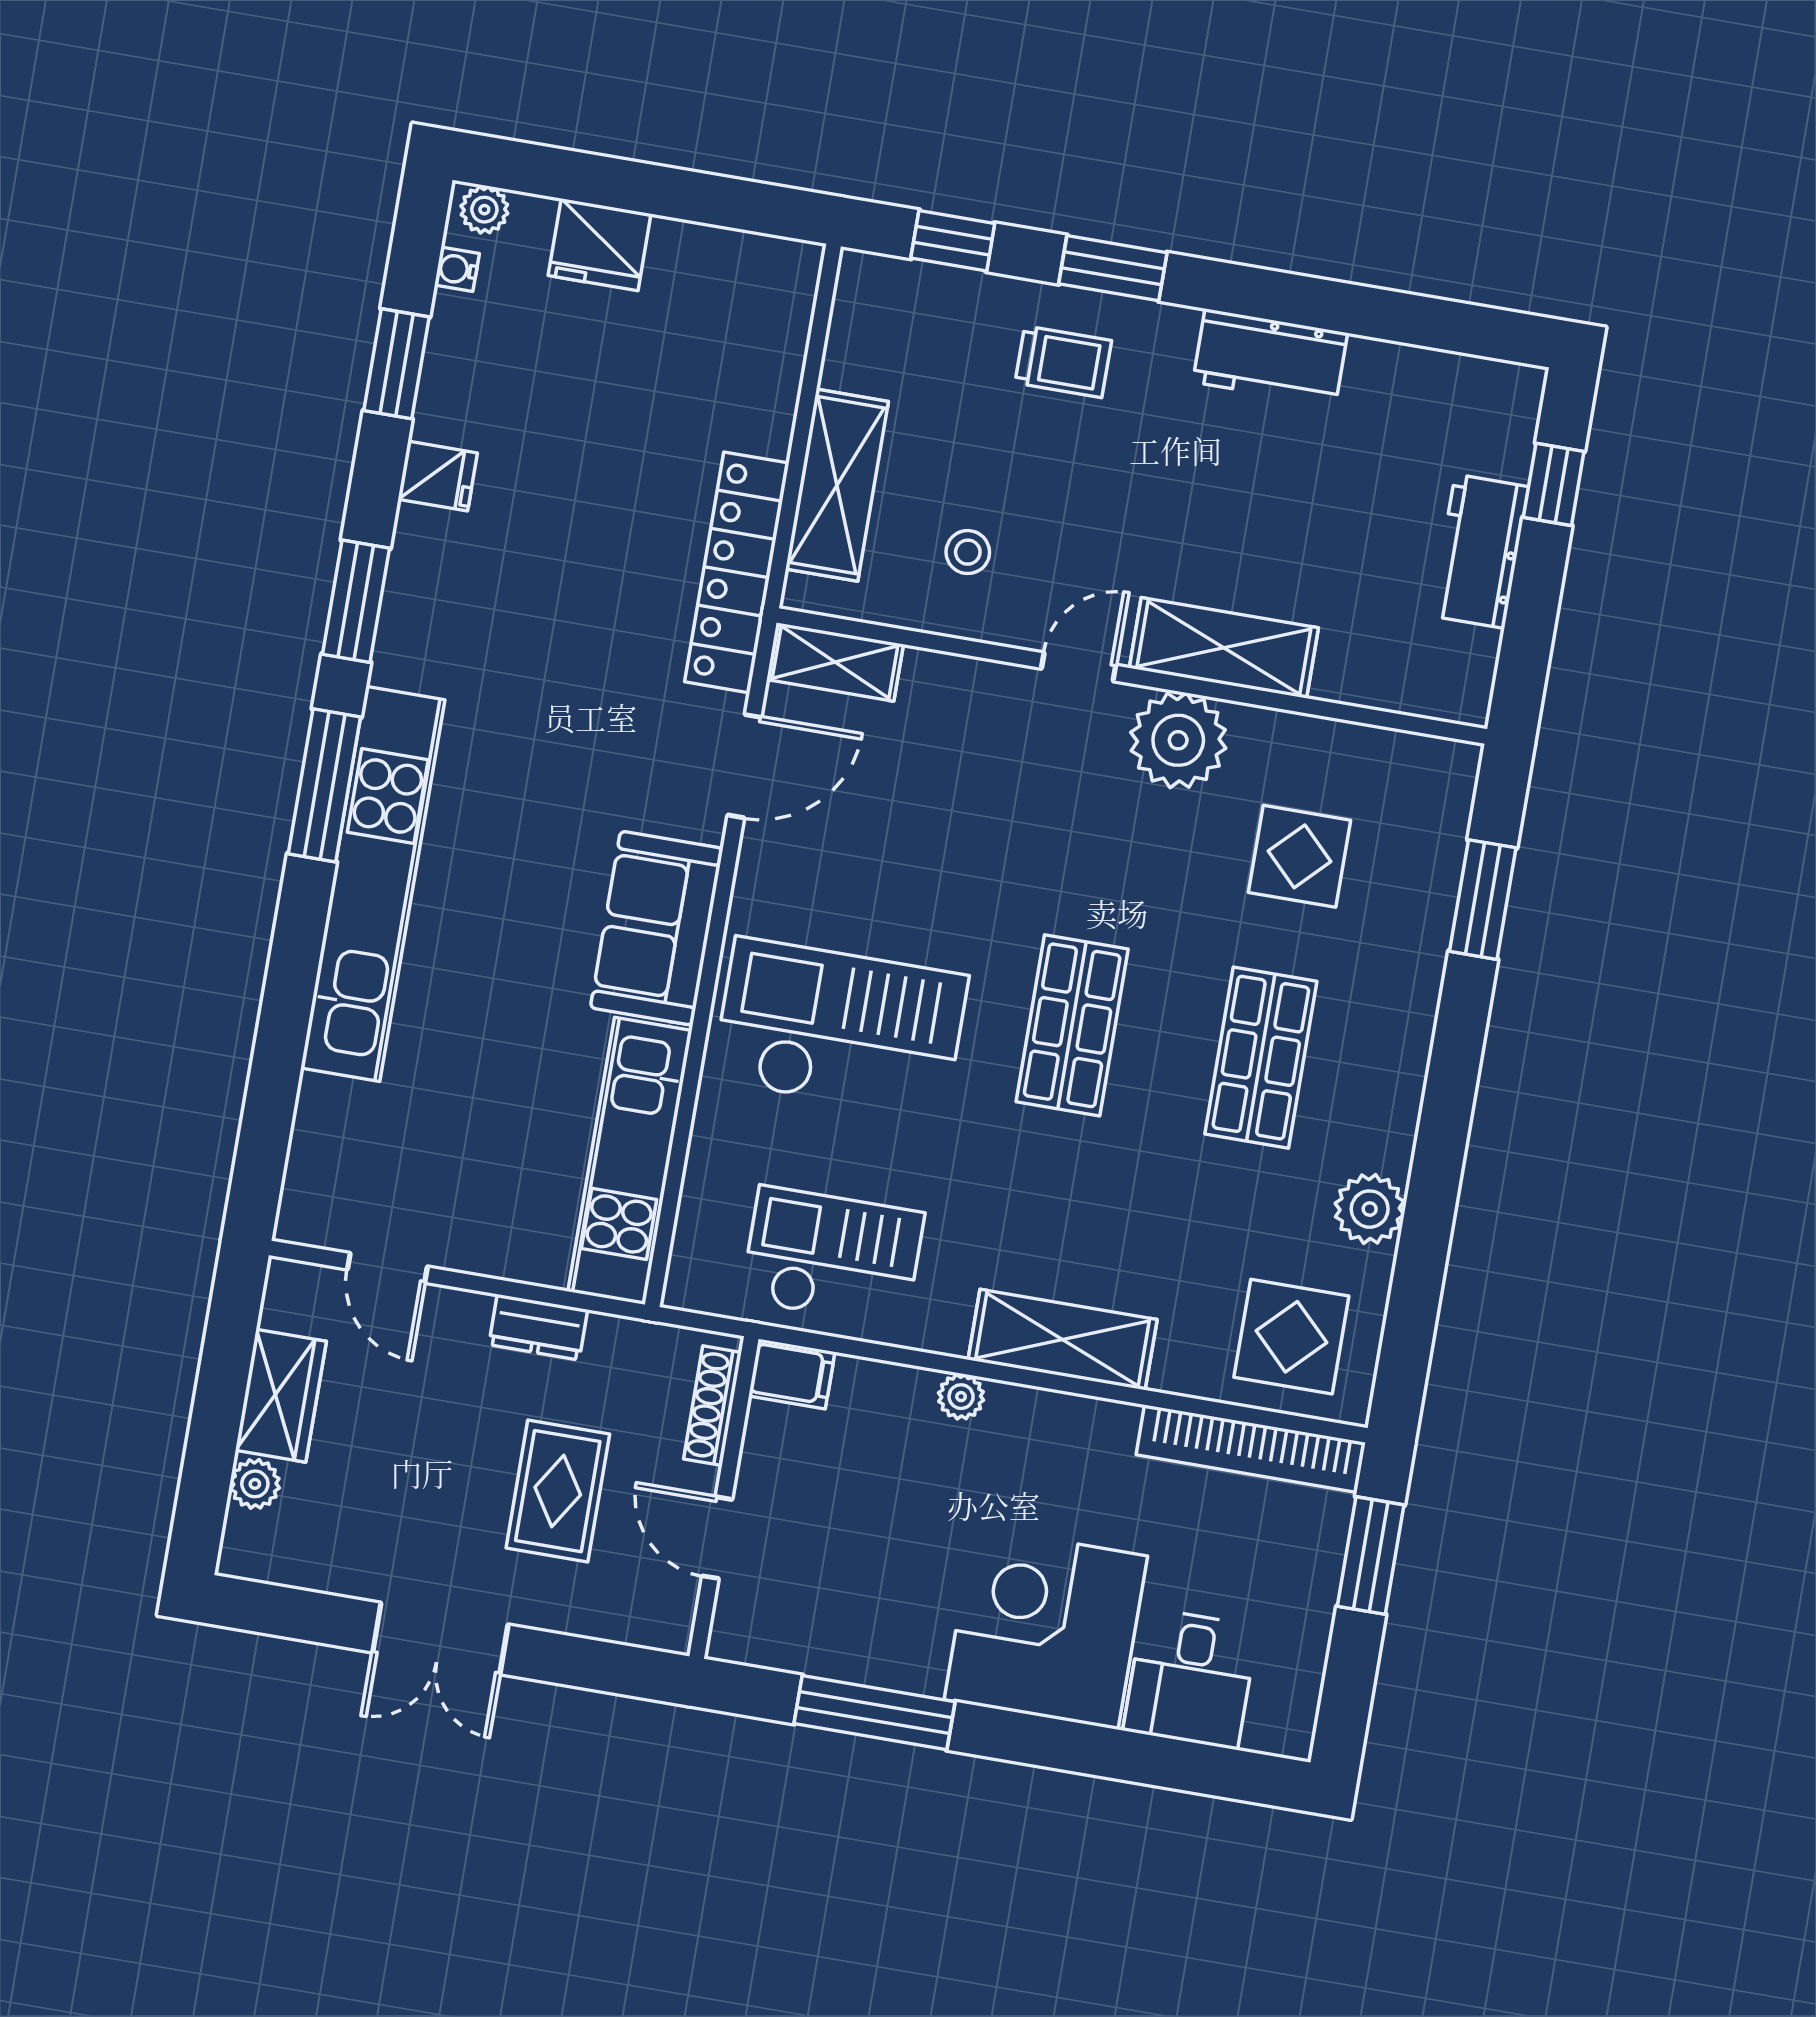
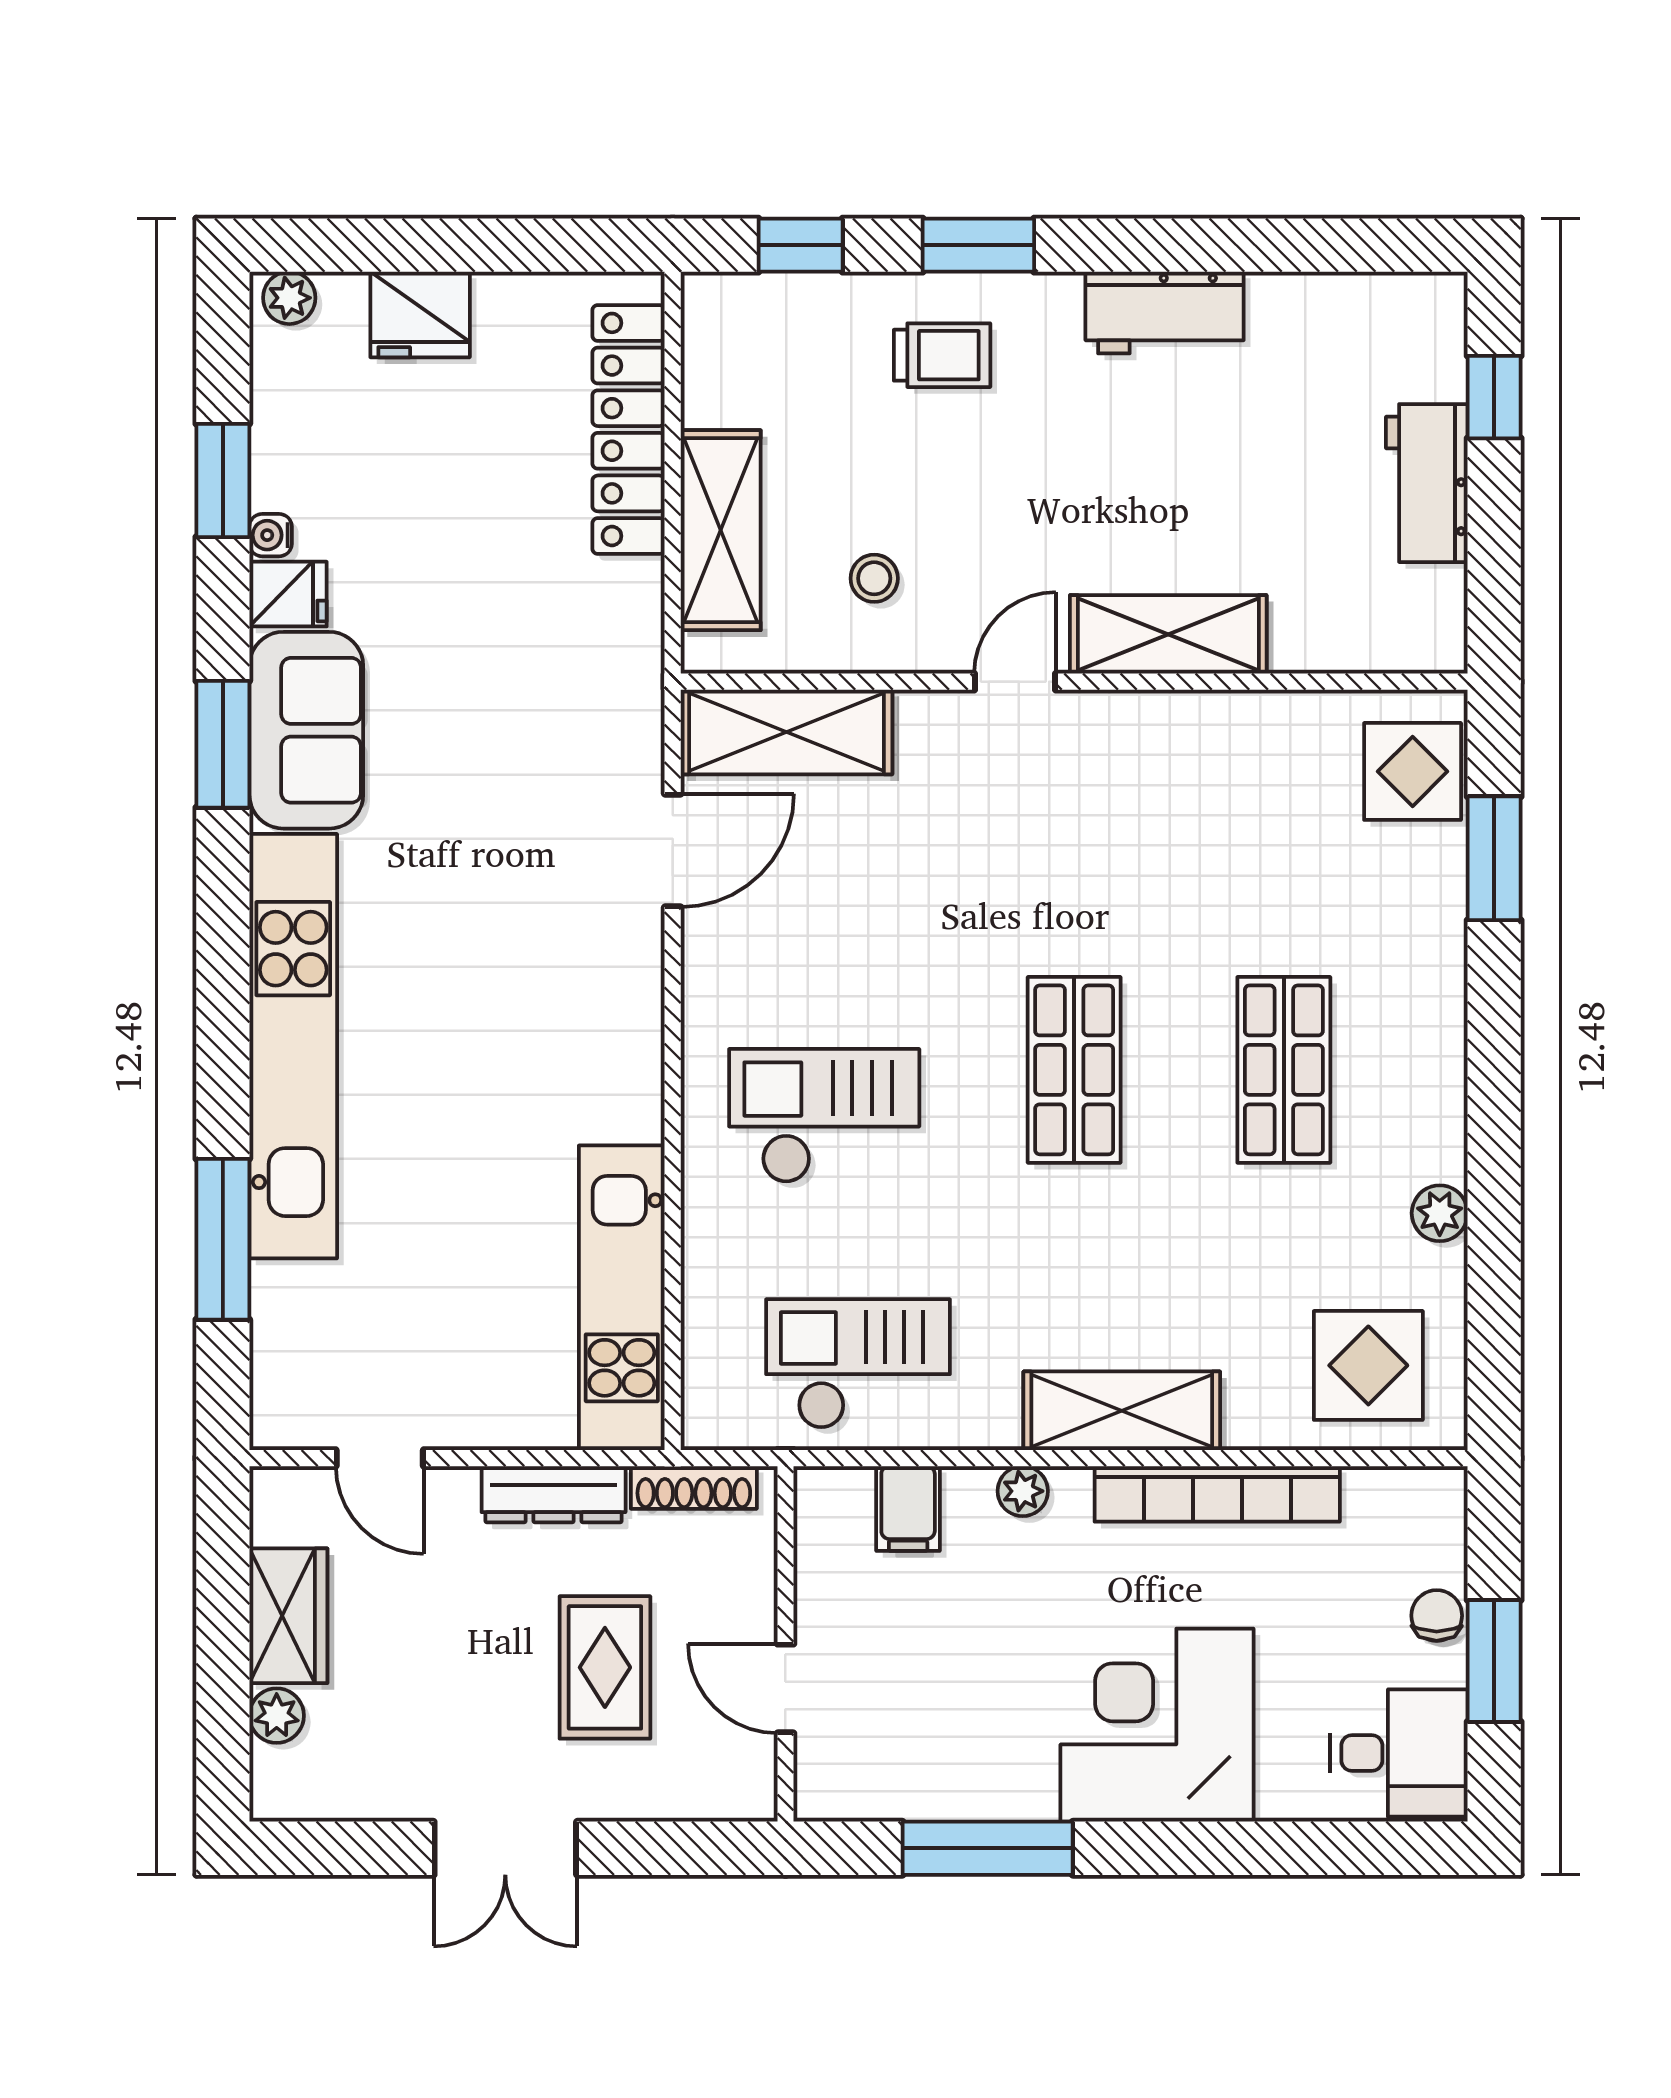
water cooler: (457, 269) -> (271, 535), moved
locker: (737, 572) -> (629, 429), moved
shelving: (835, 662) -> (786, 732), width x1.50, depth x1.33
plant: (1178, 740) -> (1136, 743), removed
window: (324, 785) -> (223, 1239), moved
display table: (1299, 856) -> (1413, 771), moved
sofa: (657, 928) -> (306, 730), moved, turned 180
checkout: (840, 1028) -> (824, 1116), width x0.73, depth x0.83
plant: (1370, 1209) -> (1440, 1213), width x0.73, depth x0.73
dresser: (538, 1327) -> (554, 1494), width x1.44
filing cabinet: (792, 1374) -> (908, 1508), moved, turned 90
shoe rack: (713, 1406) -> (694, 1487), moved, turned -90
bookcase: (1251, 1449) -> (1217, 1494), moved
window: (1371, 1556) -> (1494, 1661), moved
chair: (1315, 1572) -> (1437, 1616), added
desk: (1191, 1678) -> (1399, 1753), moved, turned -90

